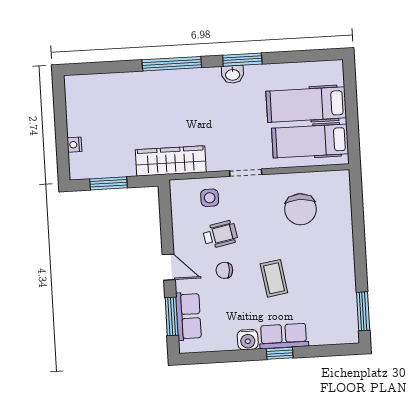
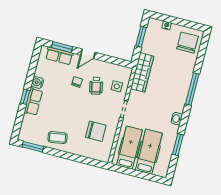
window: (242, 60) -> (178, 145), moved
chair: (93, 98) -> (187, 43), added
chair: (300, 209) -> (96, 131), turned 180
coffee table: (274, 278) -> (58, 138), moved

